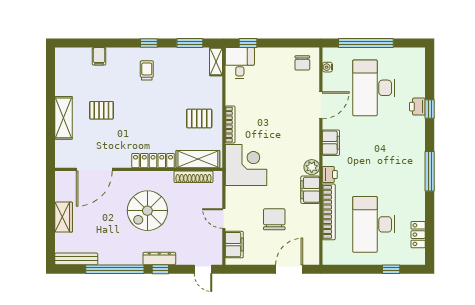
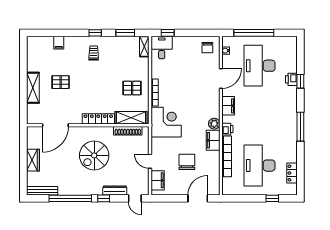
dresser: (159, 258) -> (115, 190), moved

